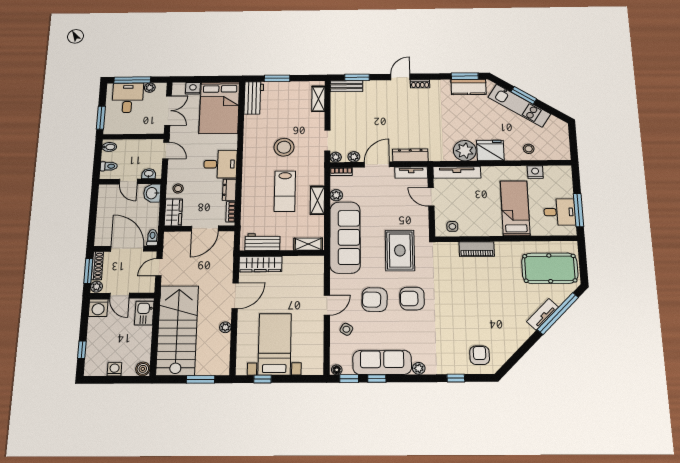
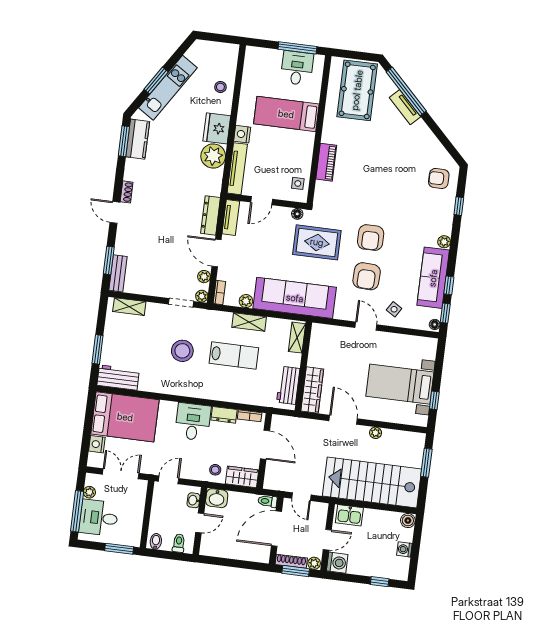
nightstand: (535, 172) -> (242, 134), moved
floor lamp: (424, 230) -> (297, 214), added

